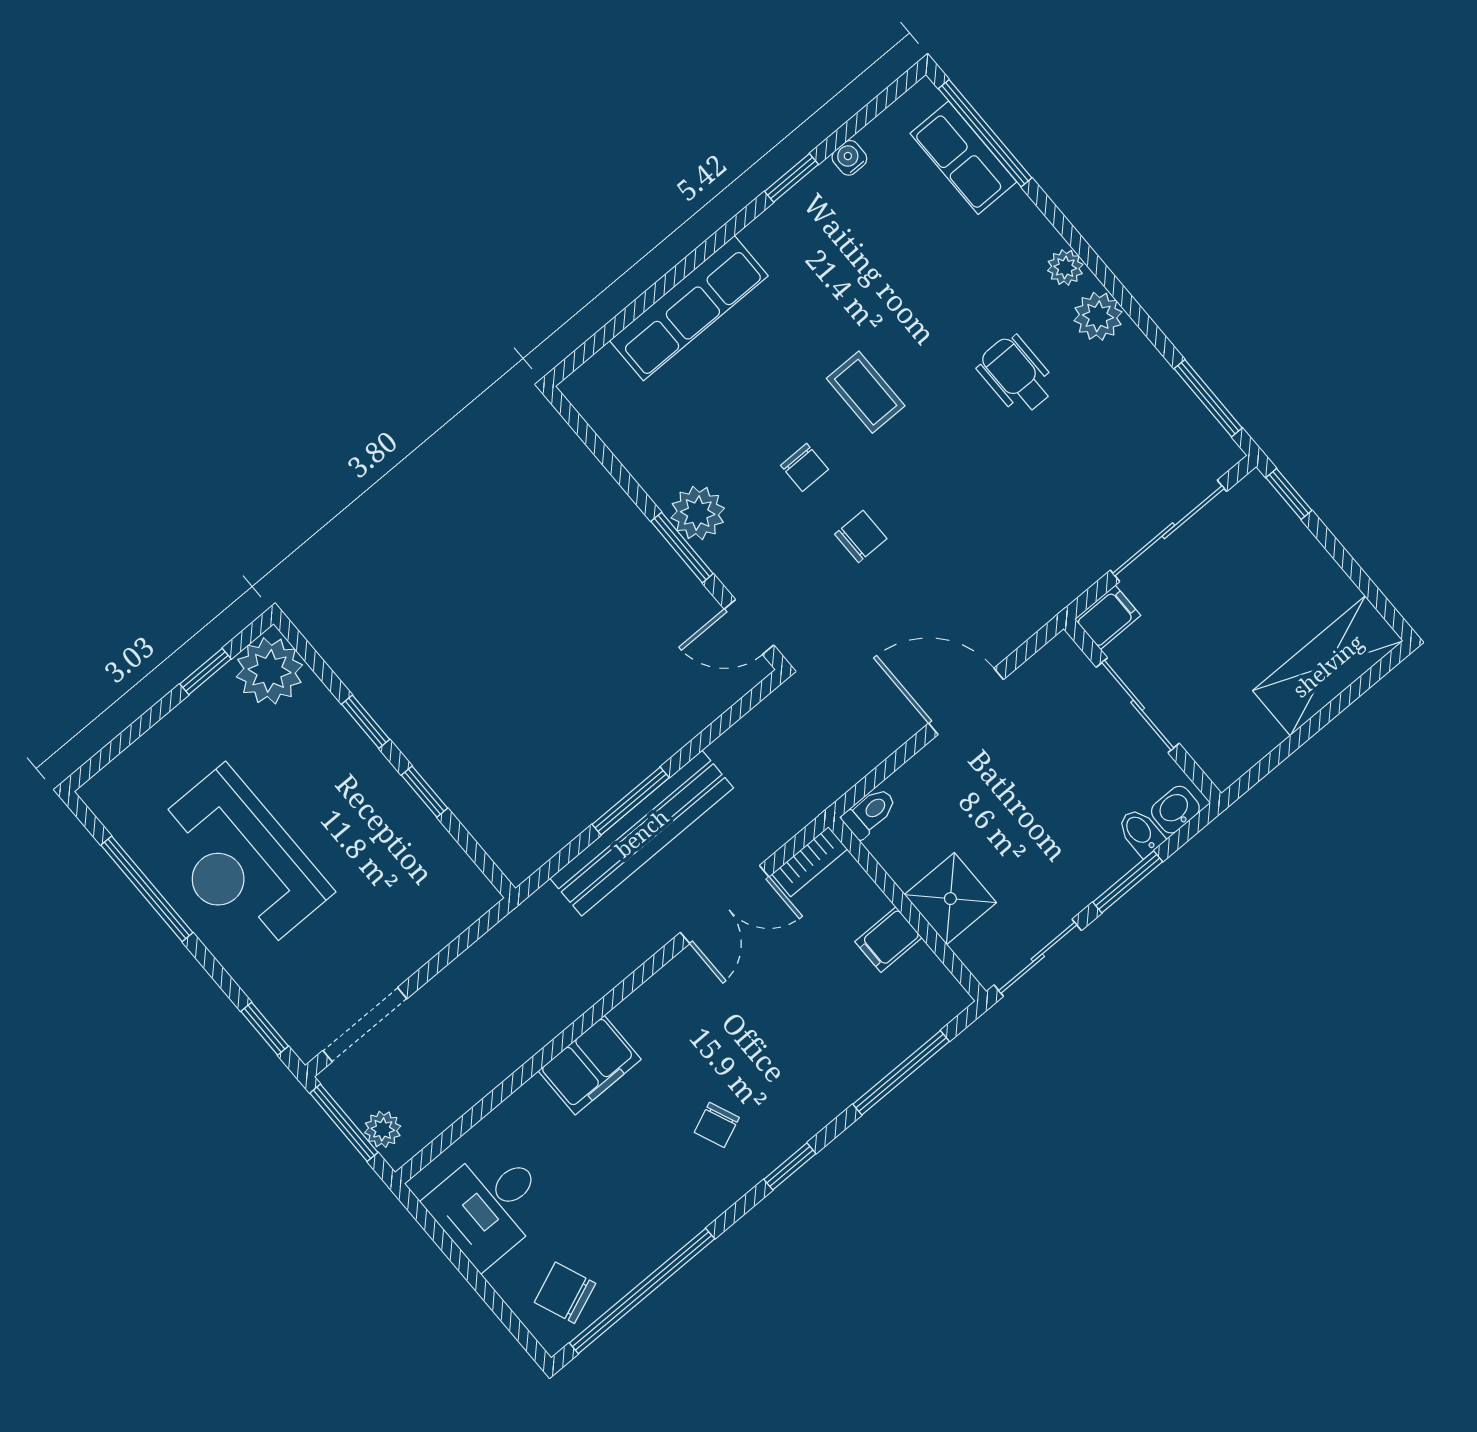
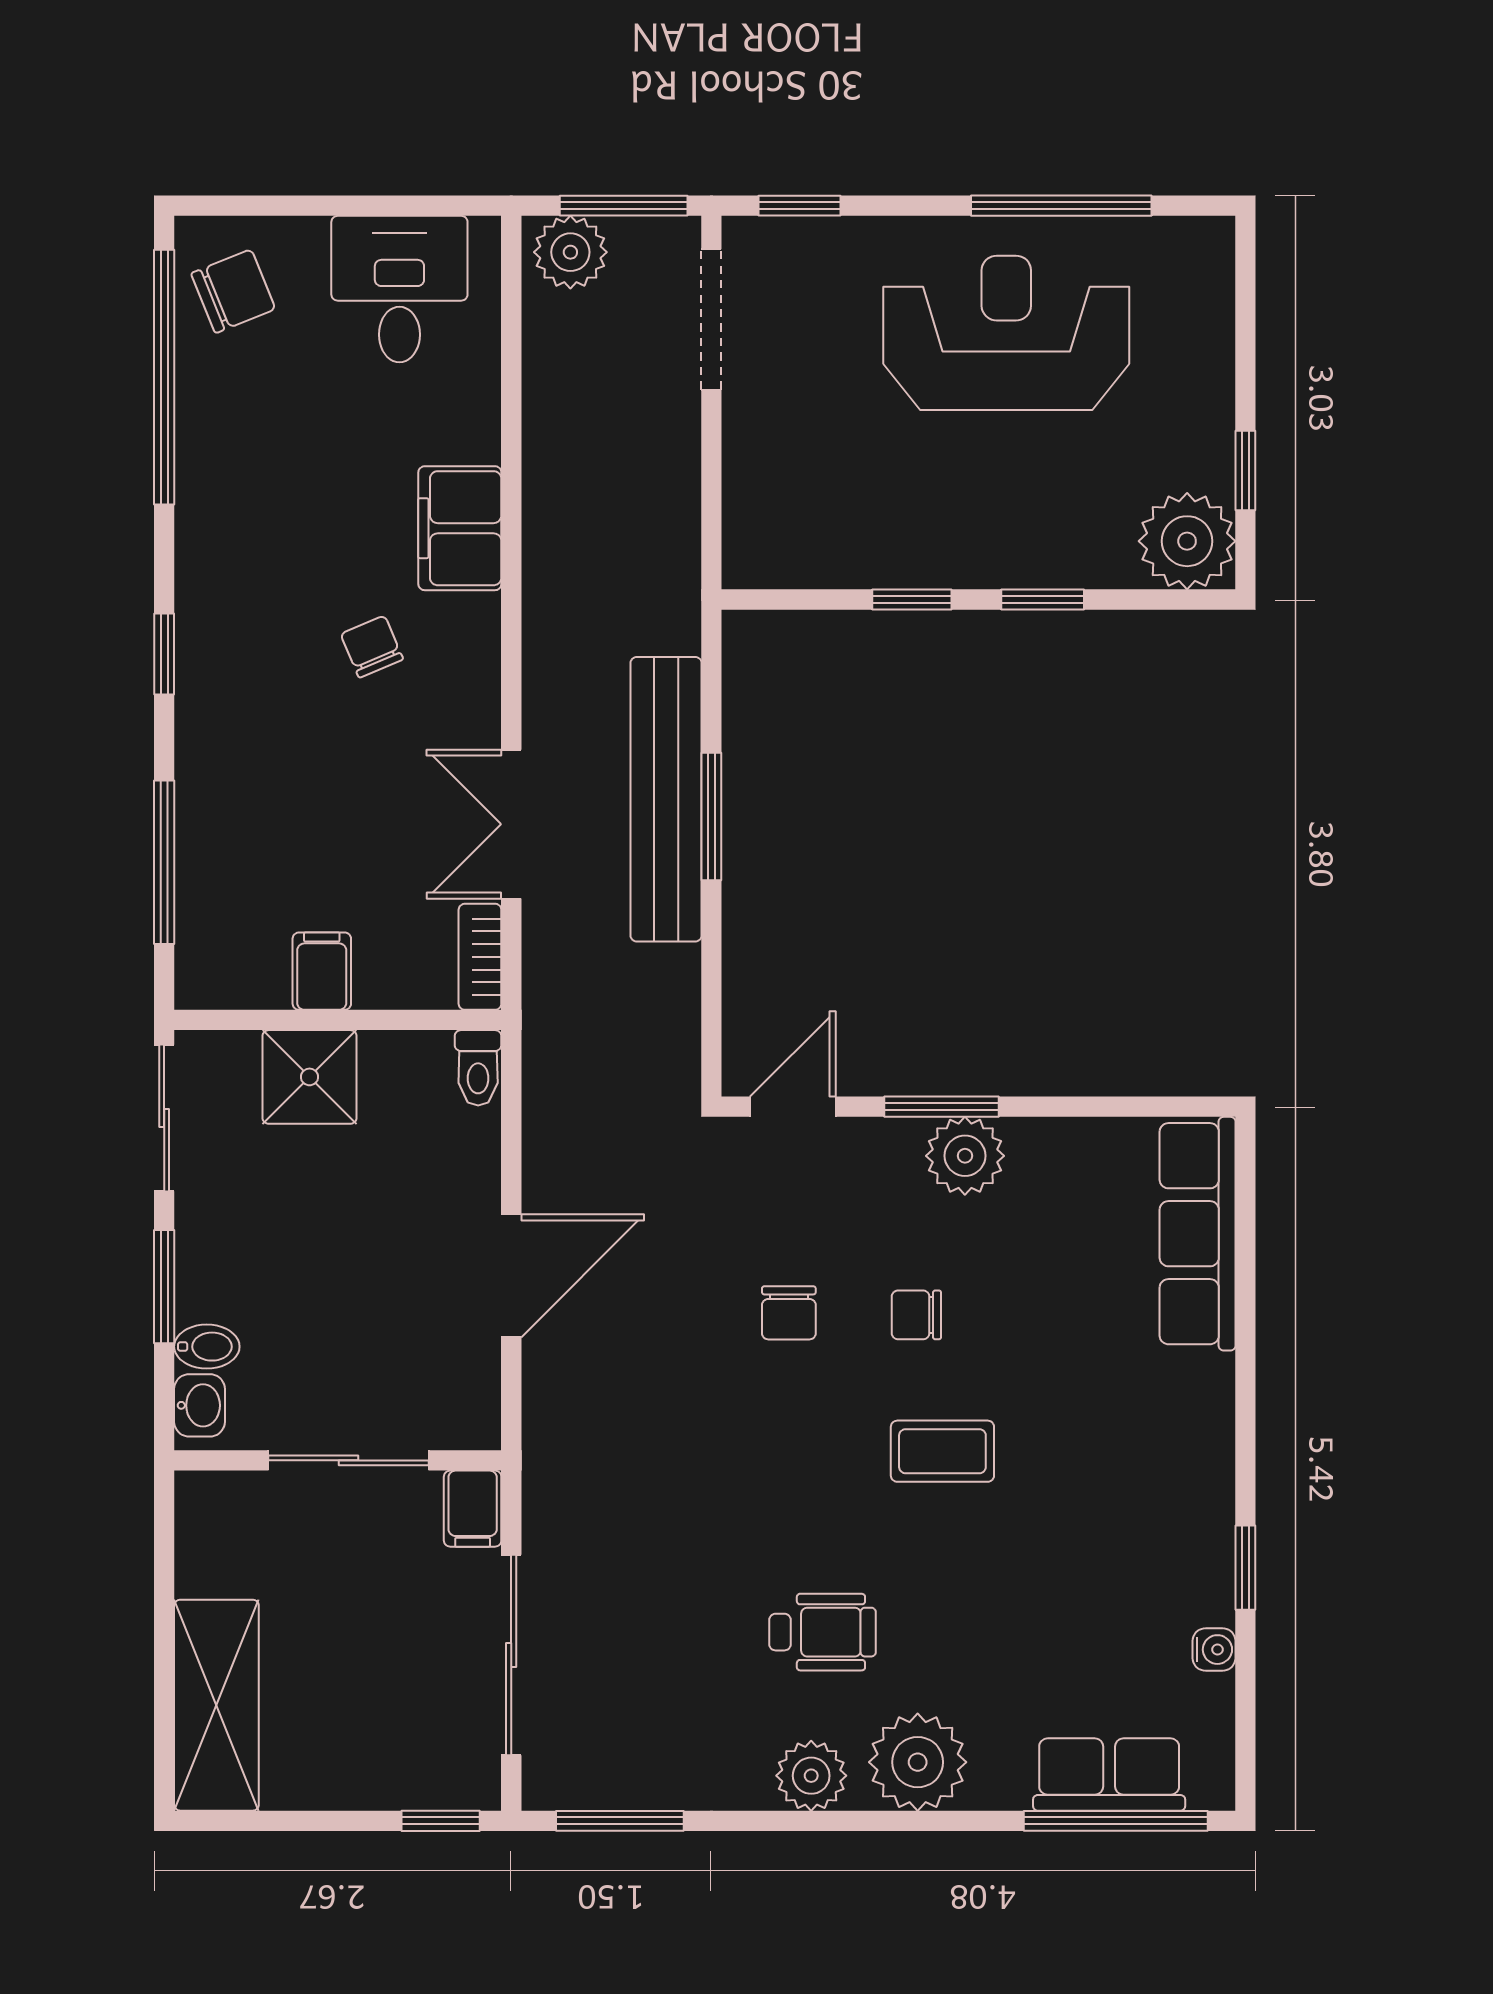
plant: (1065, 267) -> (918, 1762), width x1.88, depth x1.88
row of seats: (689, 308) -> (1198, 1234), moved
chair: (717, 1125) -> (372, 647), moved
plant: (383, 1129) -> (570, 252), width x1.38, depth x1.38

